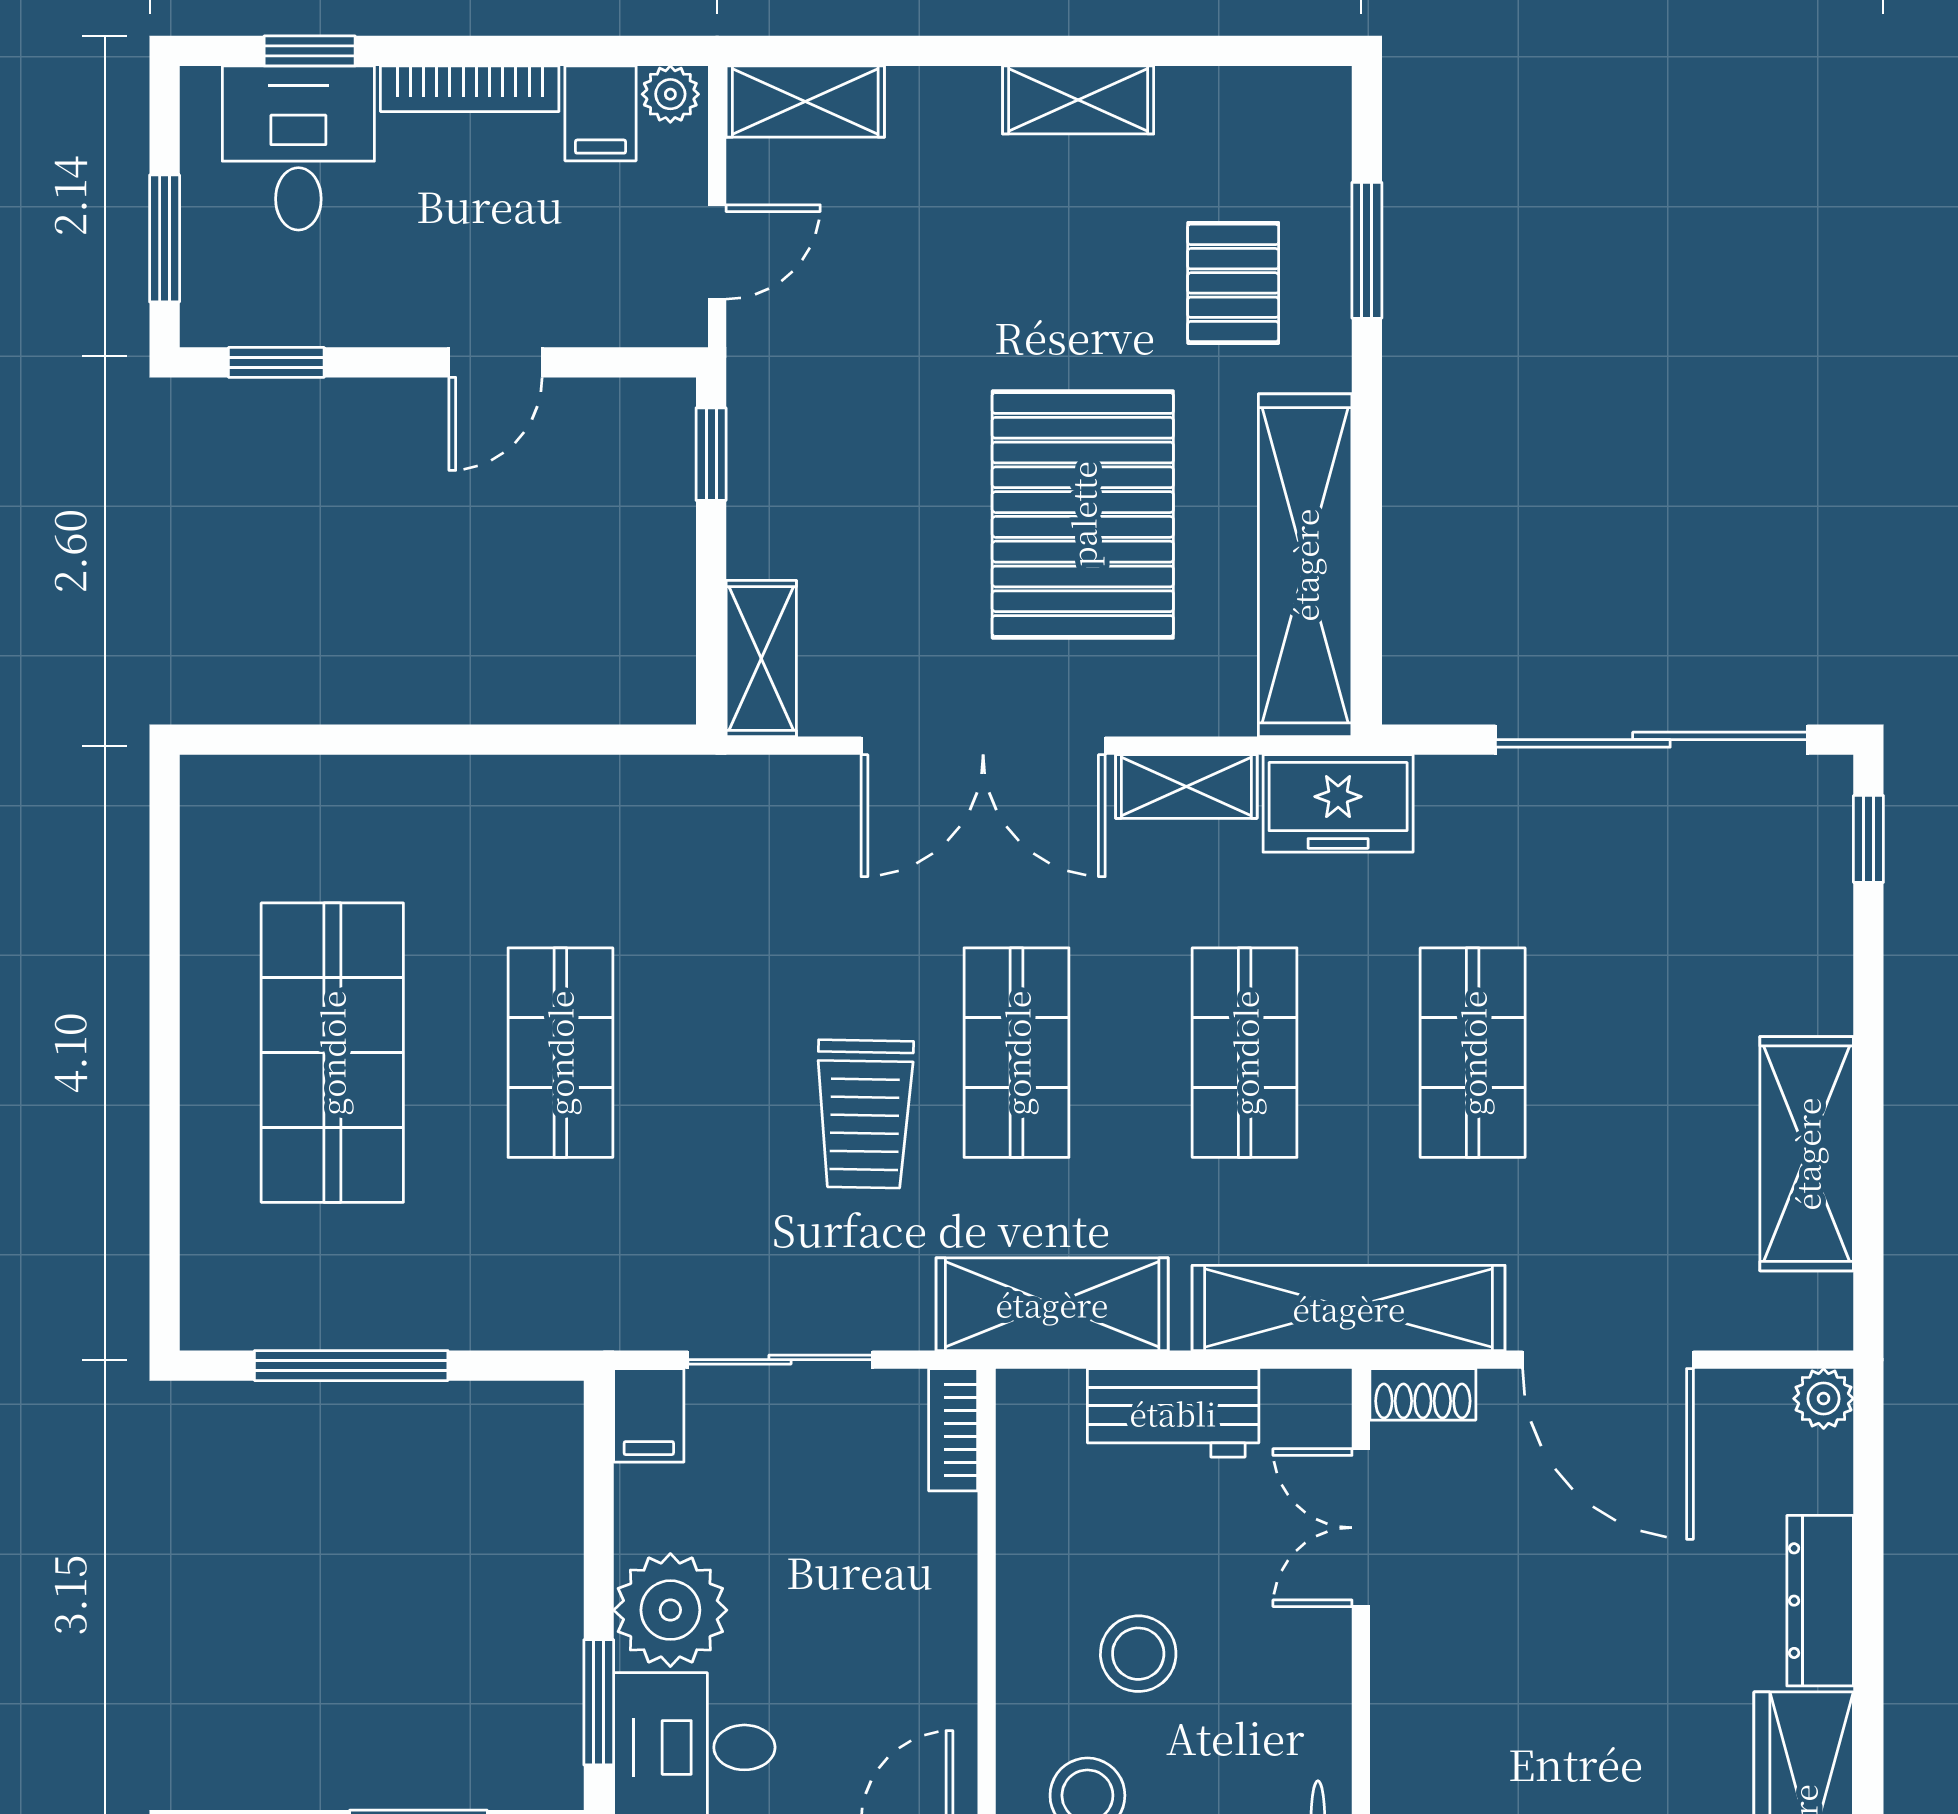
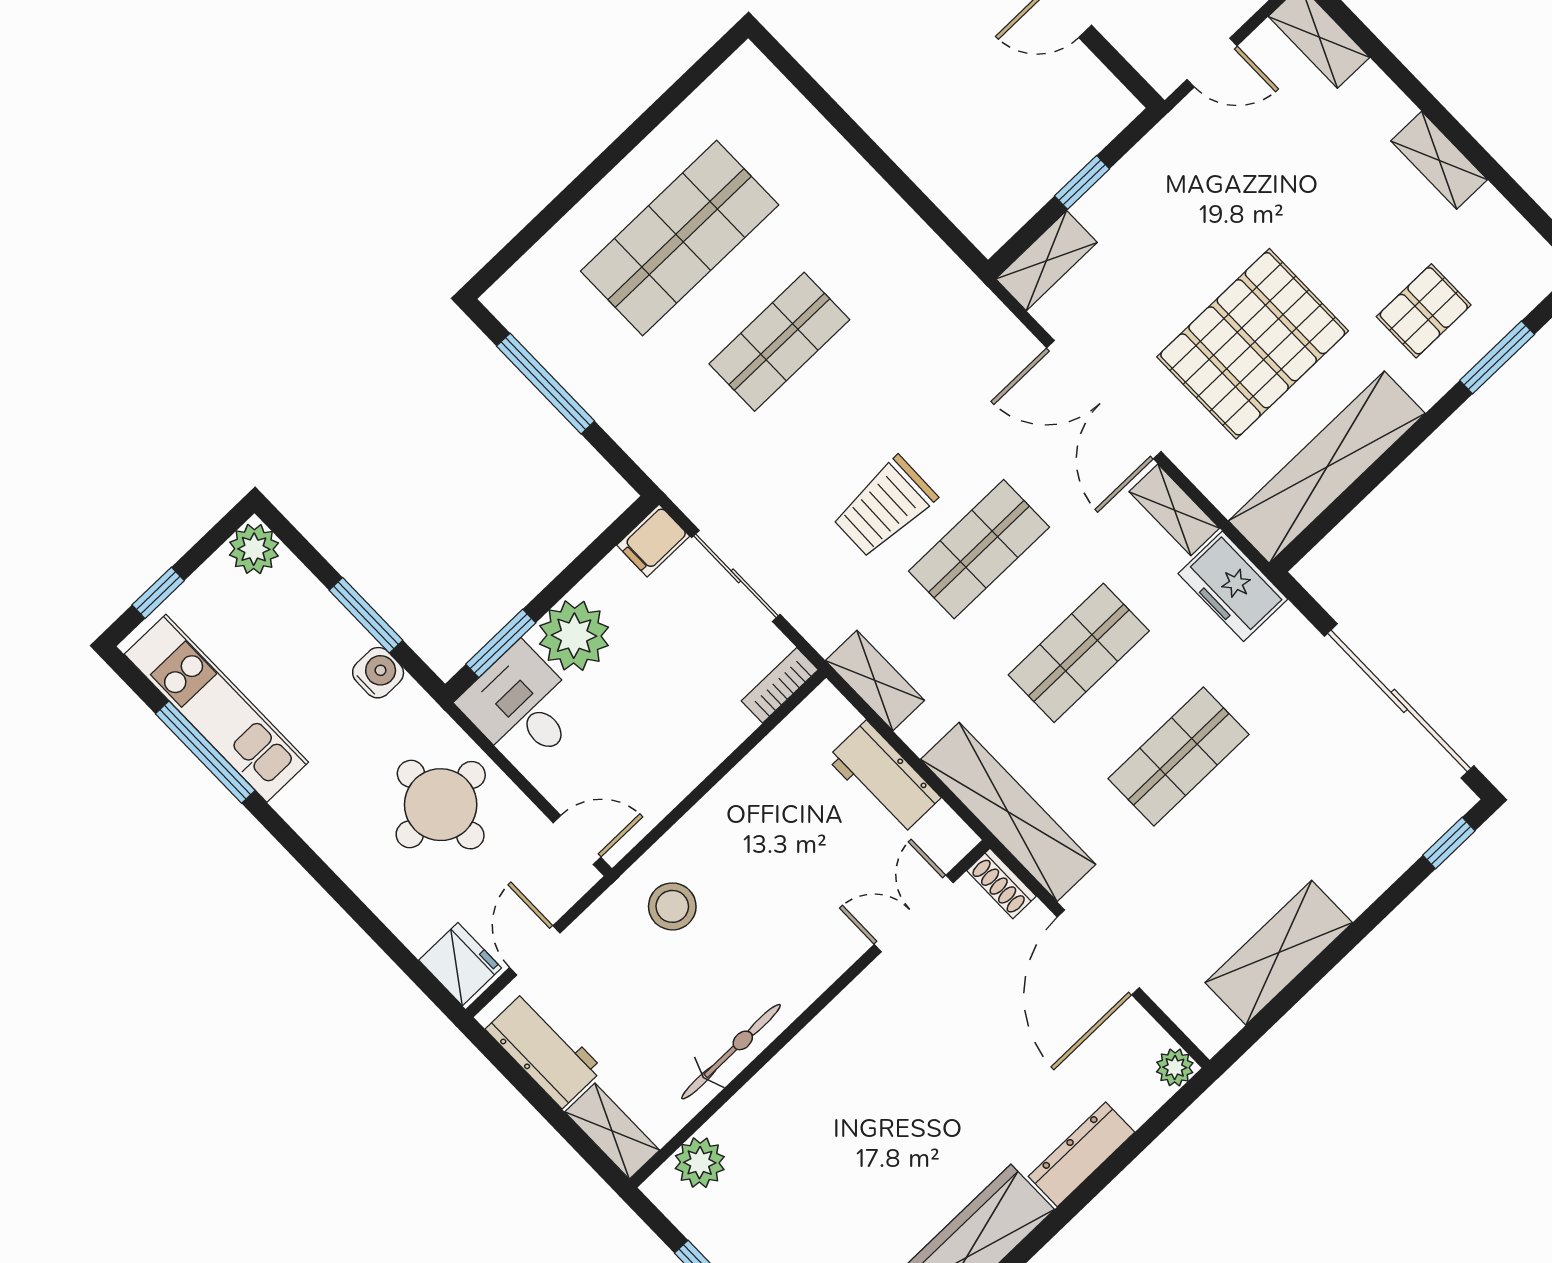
window: (711, 454) -> (1082, 182), moved
shelving: (1052, 1304) -> (875, 680), width x0.67, depth x0.75
stool: (1138, 1654) -> (759, 867), removed

